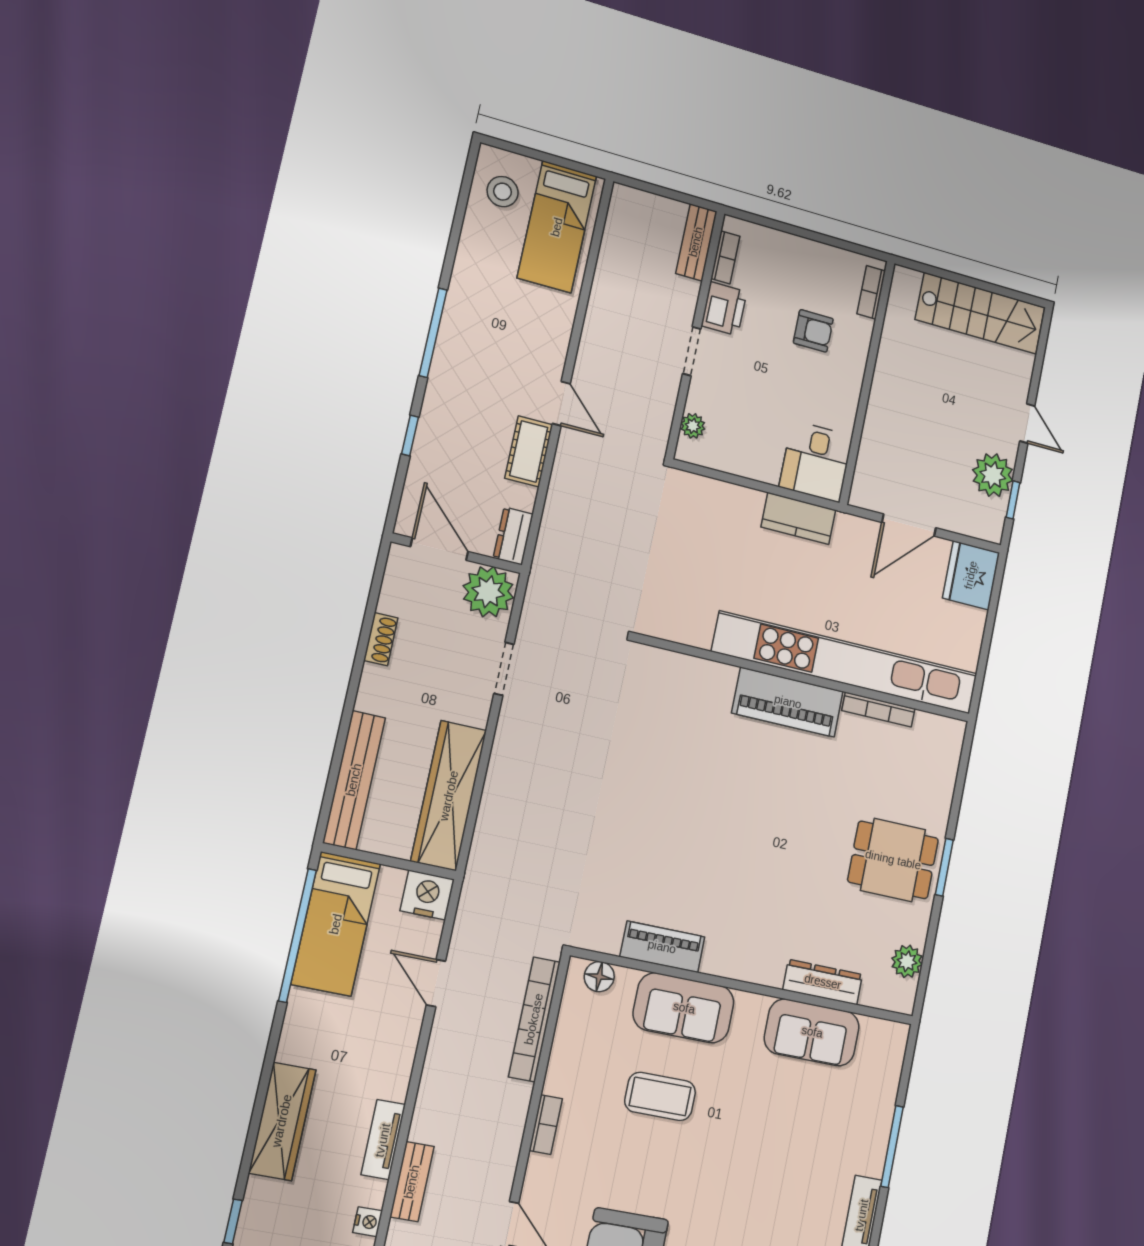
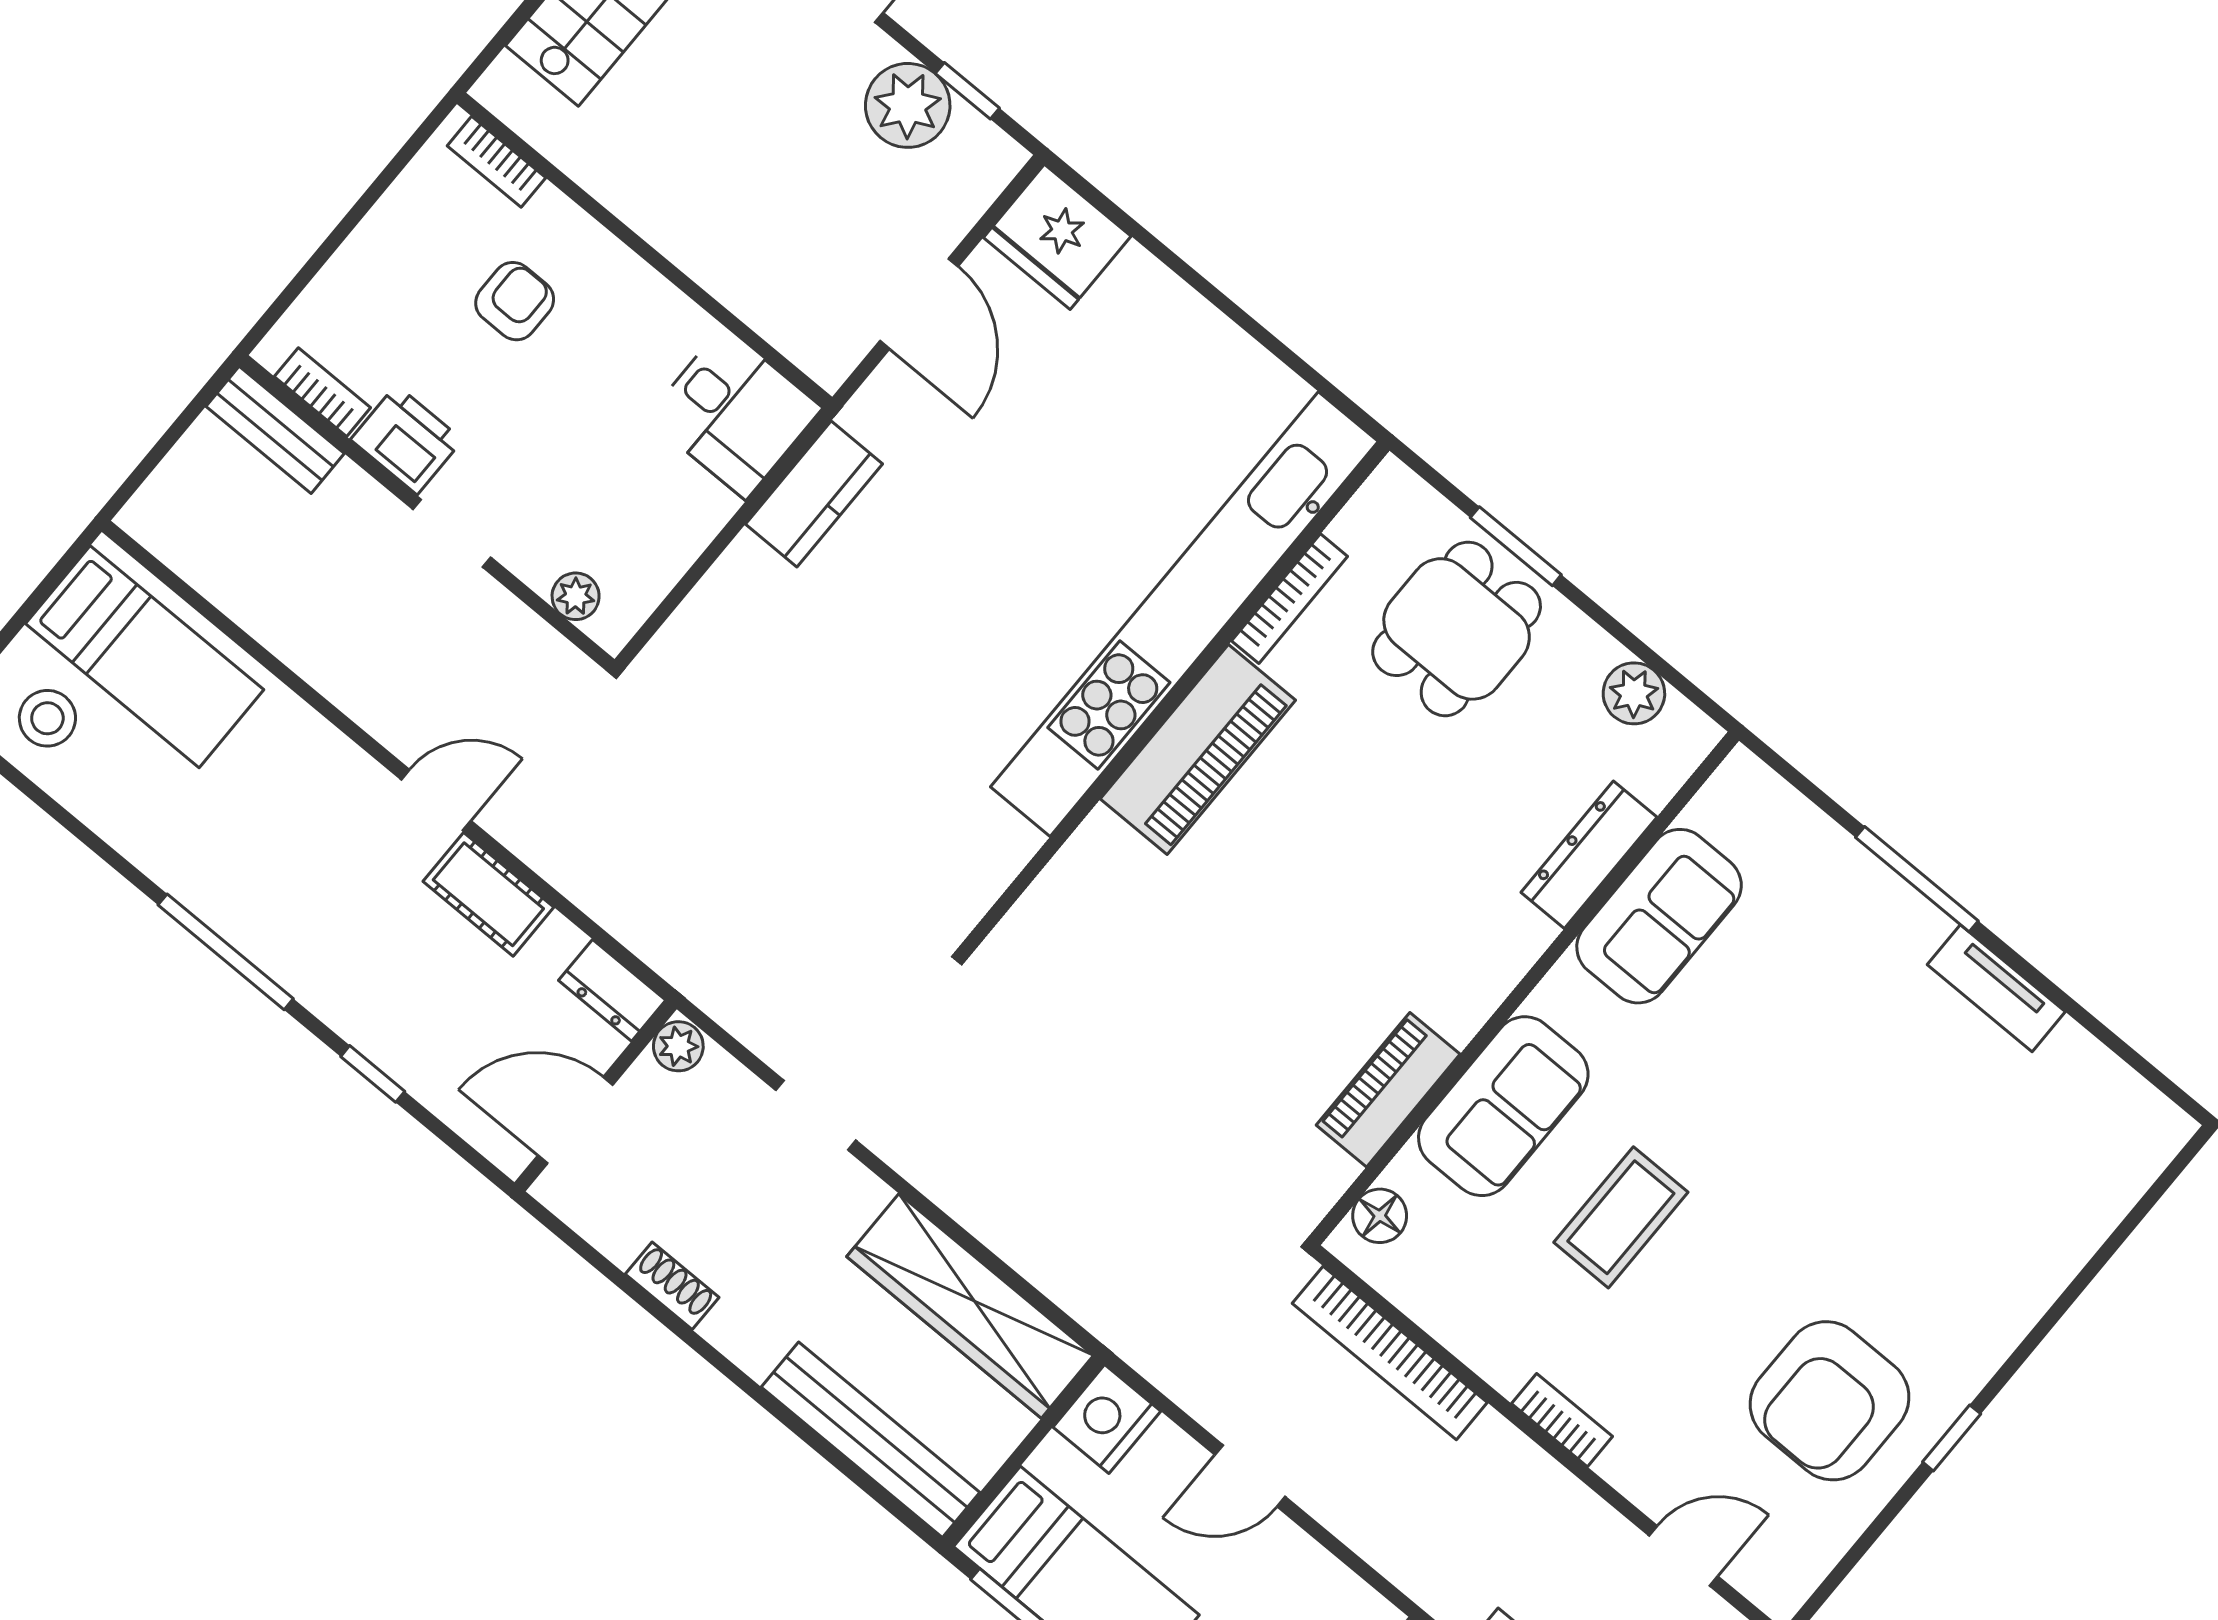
plant: (488, 592) -> (678, 1046), width x0.53, depth x0.53
kitchen unit: (846, 663) -> (1184, 614), moved
wall: (806, 678) -> (1175, 698), moved
piano: (788, 702) -> (1198, 750), moved
bookcase: (878, 710) -> (1290, 599), moved

